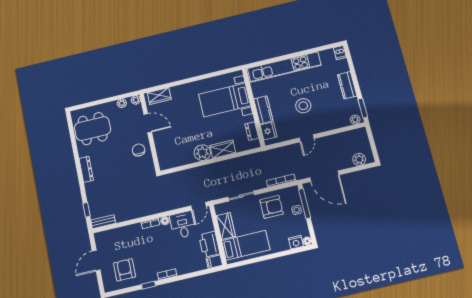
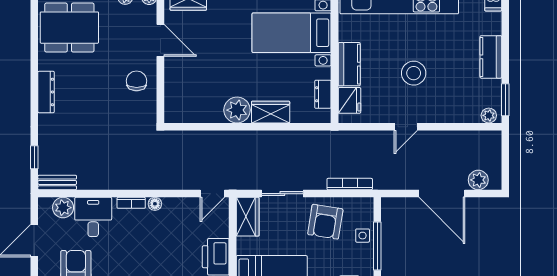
door: (324, 176) -> (442, 194), moved
window: (305, 204) -> (377, 246), moved
armchair: (272, 207) -> (325, 222), turned 99
desk: (183, 225) -> (93, 217), moved
wardrobe: (226, 226) -> (248, 217), moved
plant: (110, 236) -> (63, 208), added

